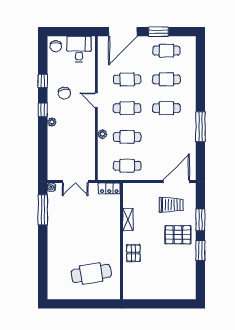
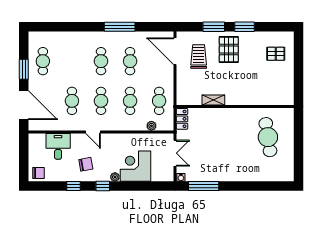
desk: (79, 49) -> (58, 146), moved, turned 90
cafe table: (166, 79) -> (130, 61), moved
door: (96, 100) -> (93, 132), hinge flipped
plant: (102, 134) -> (151, 126), moved
corner desk: (62, 142) -> (136, 166), added
pallet: (133, 253) -> (276, 54), moved

